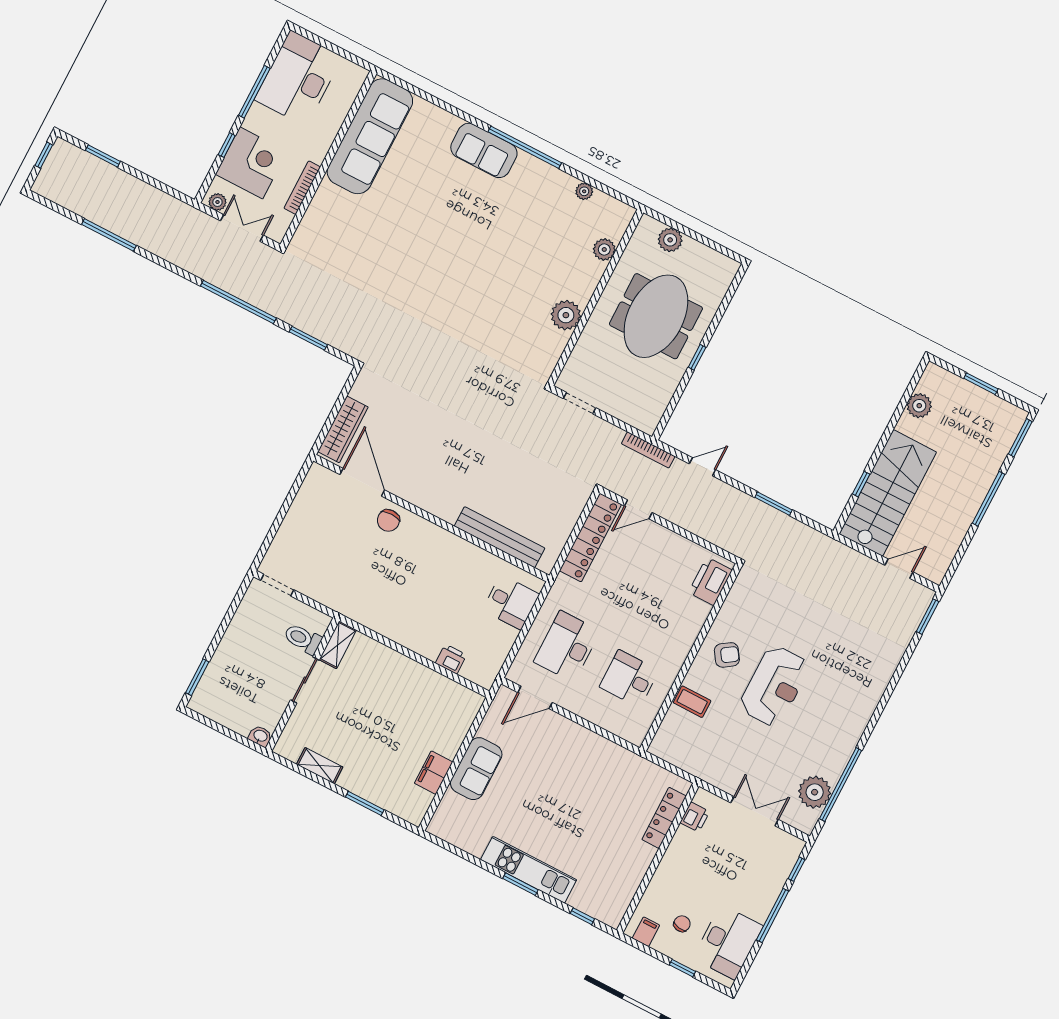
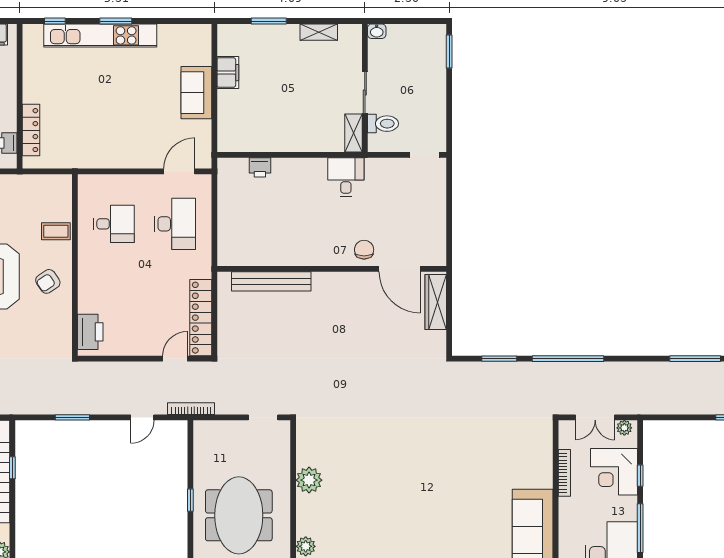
desk: (511, 602) -> (346, 177), moved, turned 90
kitchen unit: (529, 870) -> (100, 35), width x1.36

